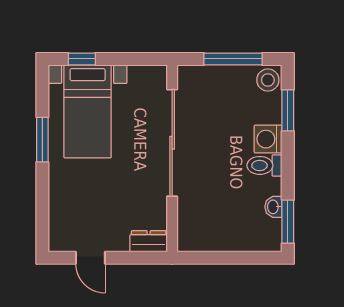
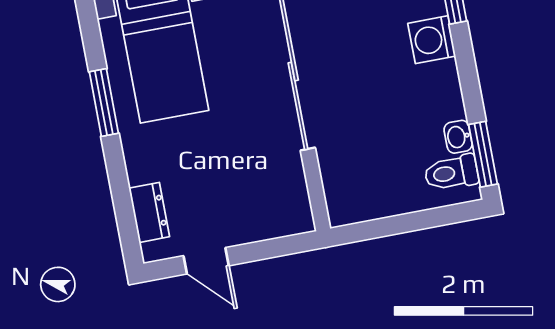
toilet: (264, 165) -> (451, 173), moved
dresser: (149, 241) -> (149, 212), moved, turned 90

